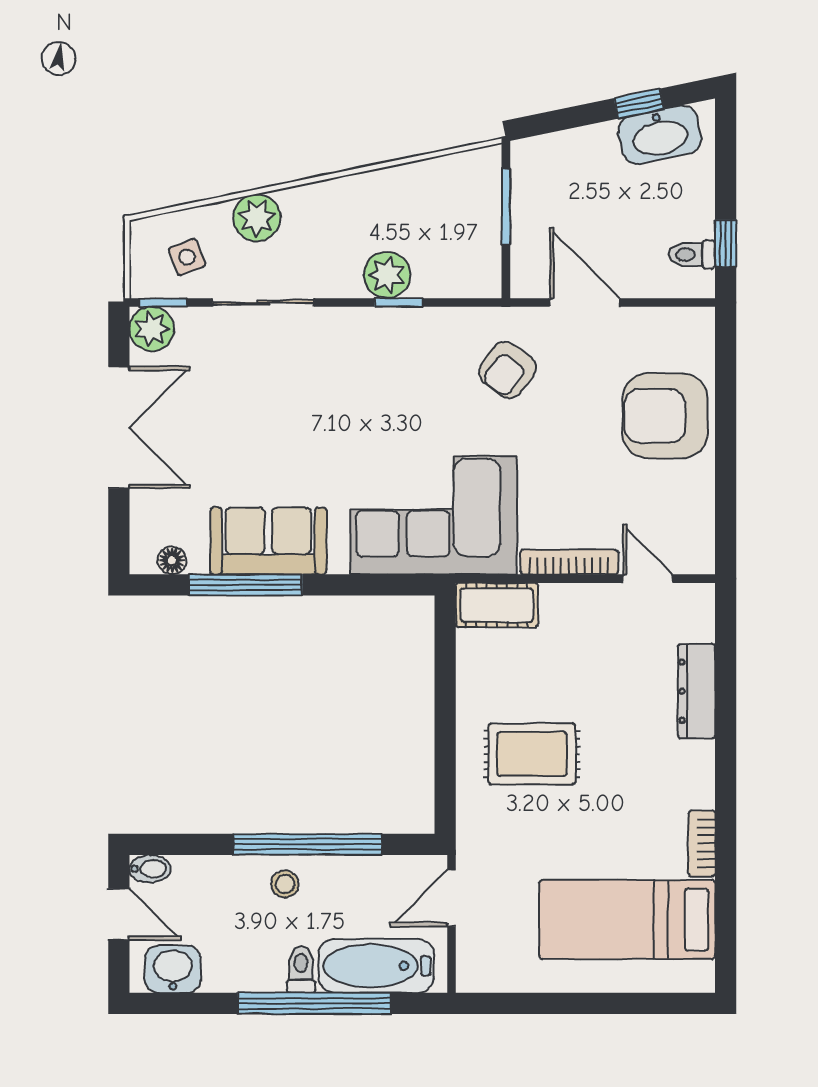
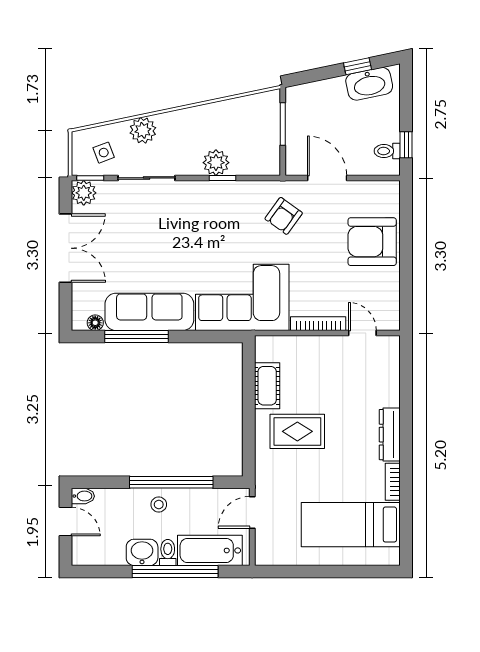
sofa: (268, 541) -> (149, 312), width x1.36
cot: (497, 605) -> (267, 386), moved, turned 90
dresser: (697, 691) -> (390, 435), moved
washbasin: (173, 969) -> (142, 552), moved

